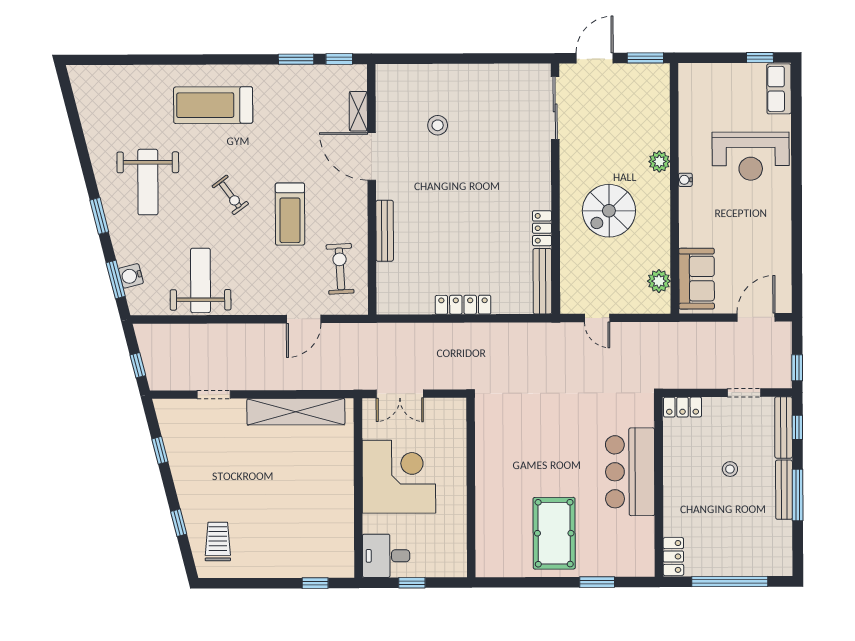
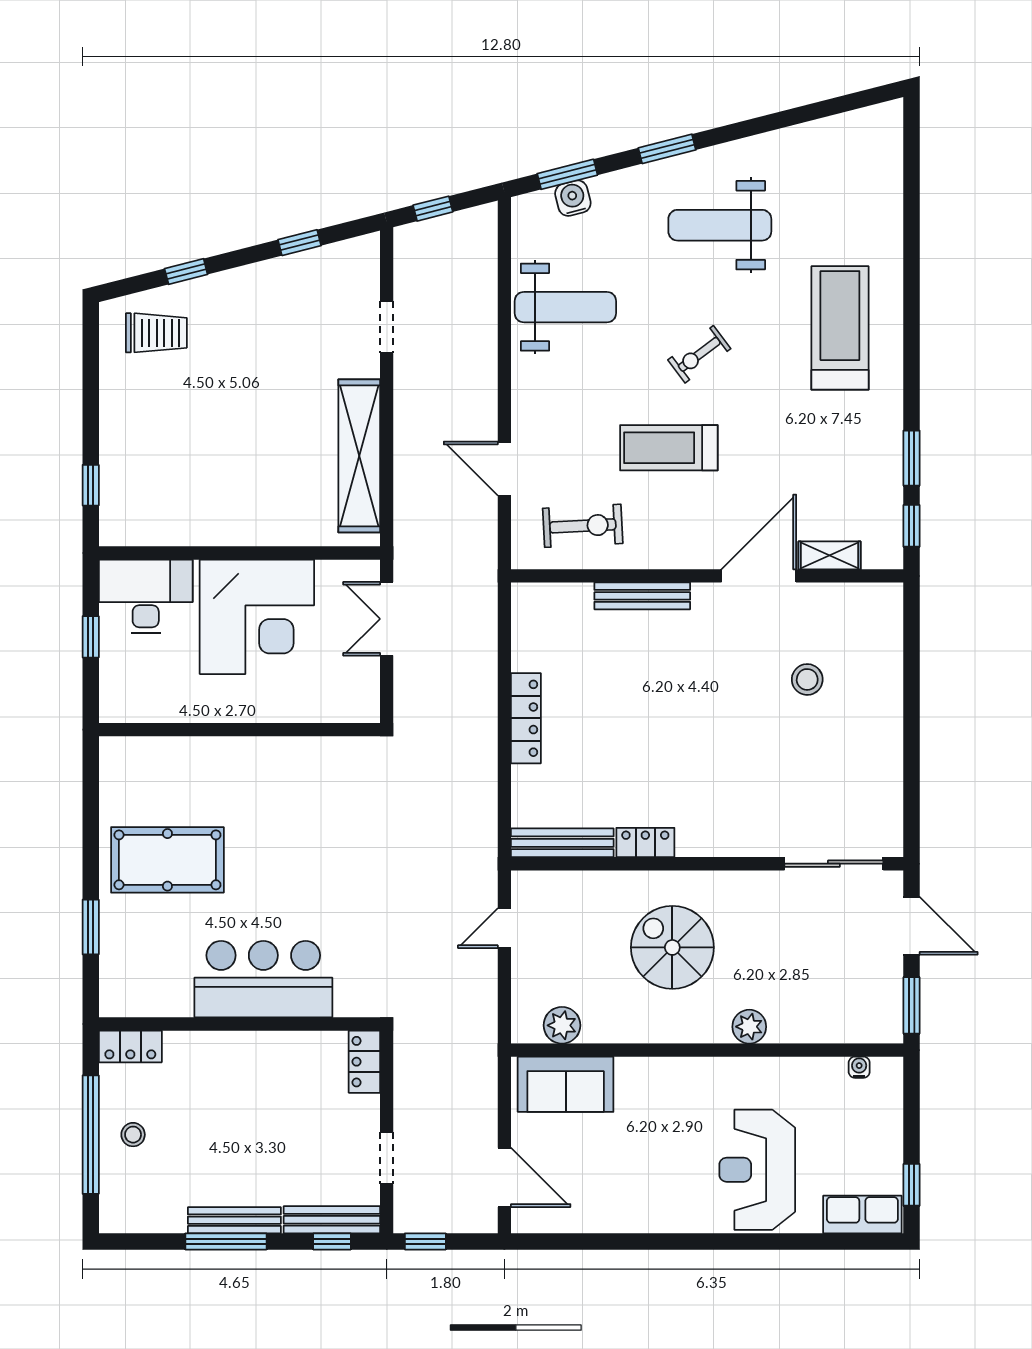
water cooler: (685, 180) -> (859, 1067), moved
stool: (730, 469) -> (133, 1135), moved
desk: (386, 556) -> (146, 596), width x1.37

